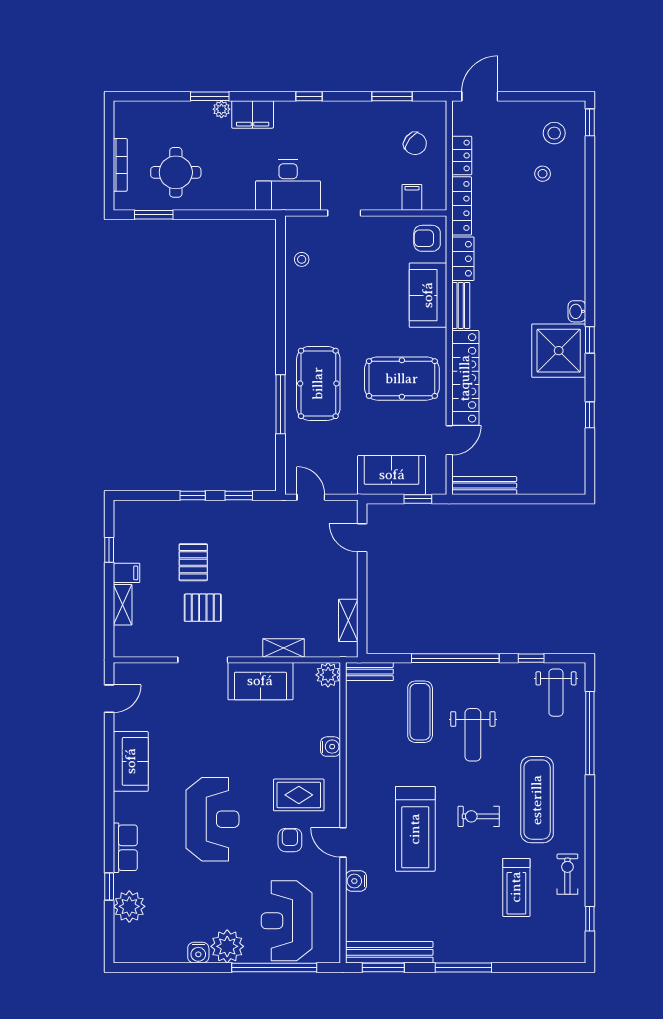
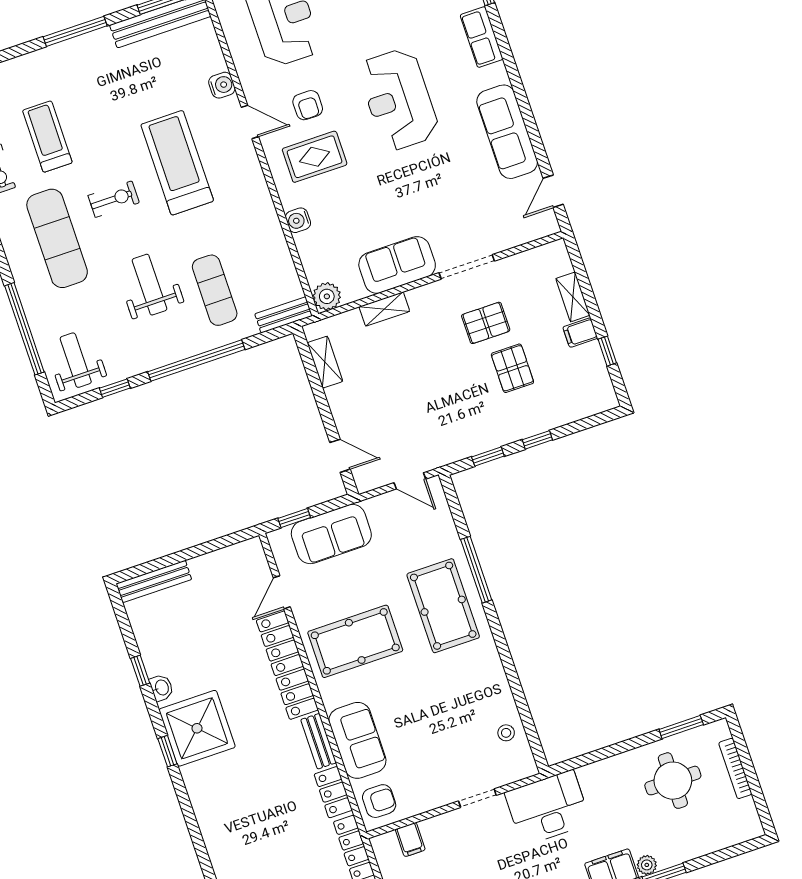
washbasin: (577, 311) -> (161, 688), moved
bench: (484, 486) -> (154, 581), moved
sofa: (131, 761) -> (507, 132), width x1.36

